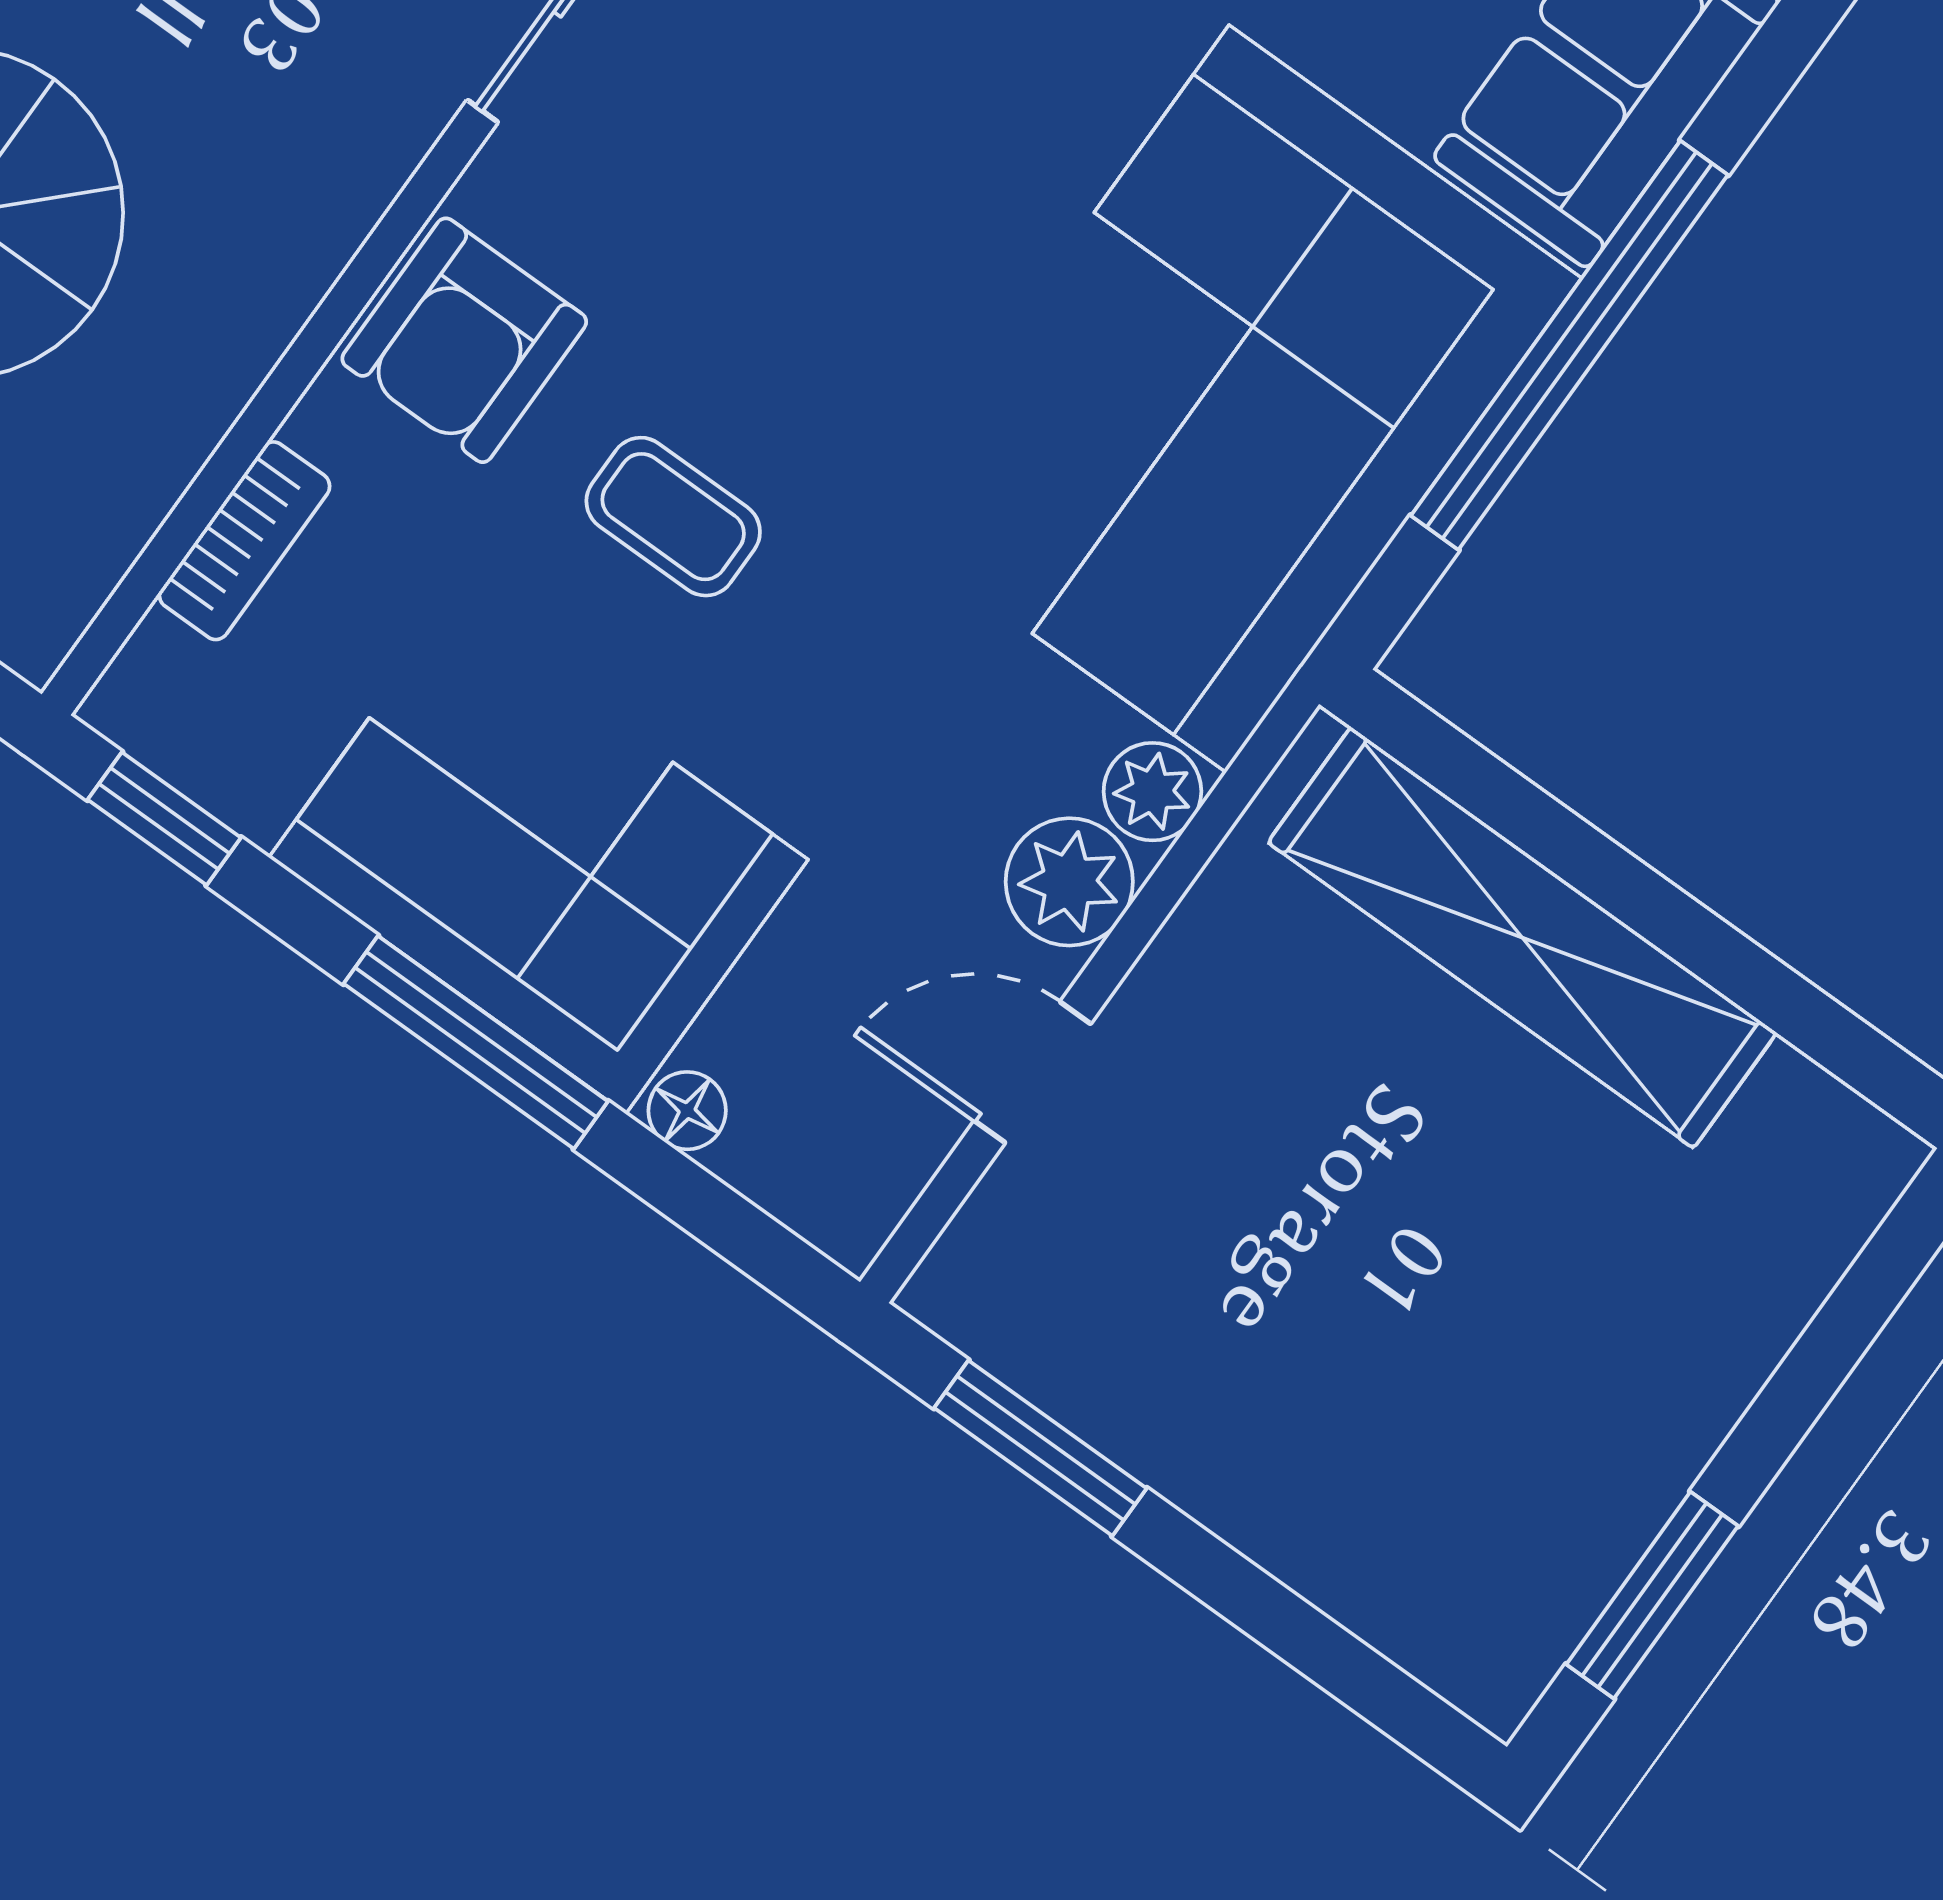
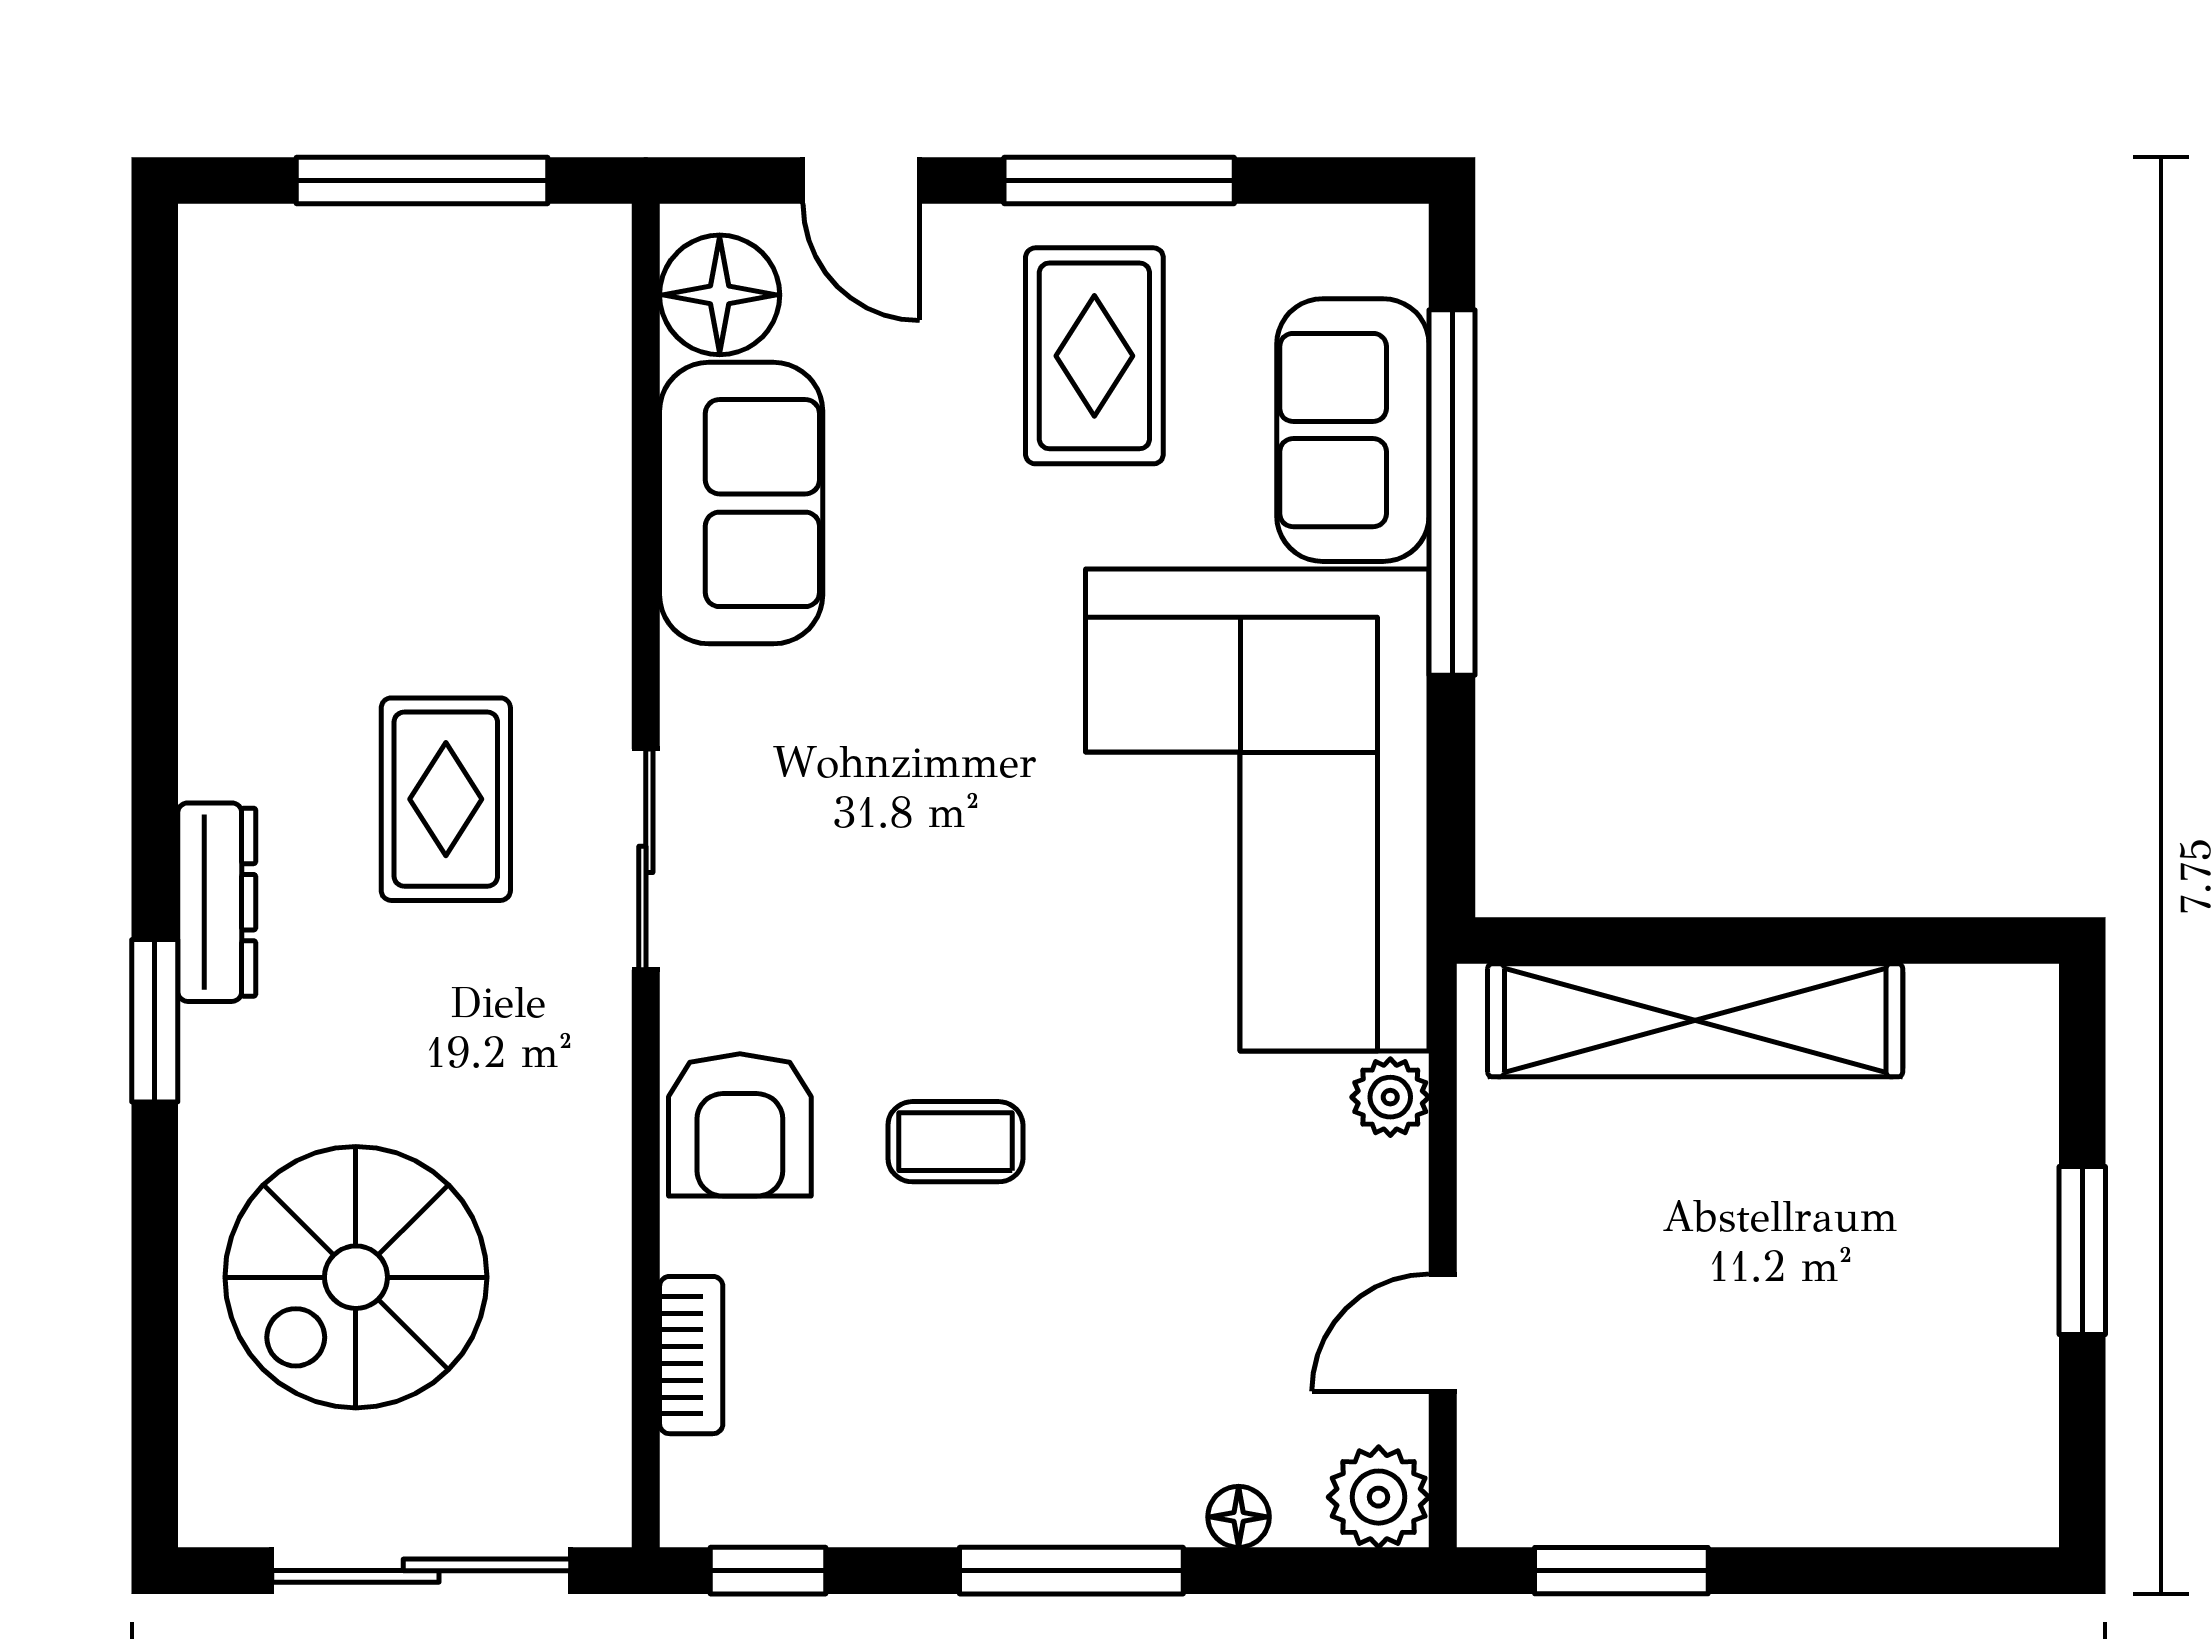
window: (1569, 345) -> (1452, 493), moved
corner sofa: (539, 859) -> (1027, 1424), removed
plant: (1069, 882) -> (1379, 1497), moved
window: (1652, 1595) -> (2082, 1250), moved

